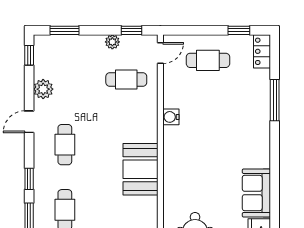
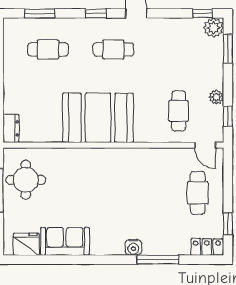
plant: (43, 89) -> (214, 28), moved
water cooler: (171, 117) -> (133, 247), moved, turned 180
booth: (140, 169) -> (98, 118), width x1.36, depth x1.42
window: (29, 179) -> (96, 13), moved

